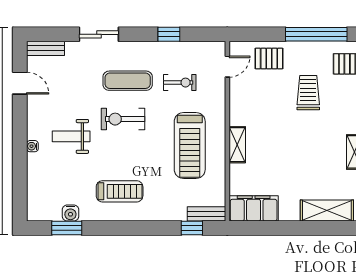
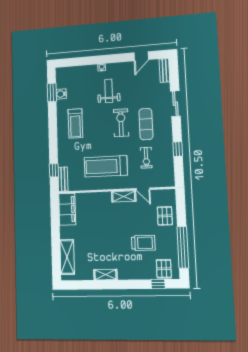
door: (227, 67) -> (143, 189), moved
shelving: (237, 145) -> (124, 196), moved

